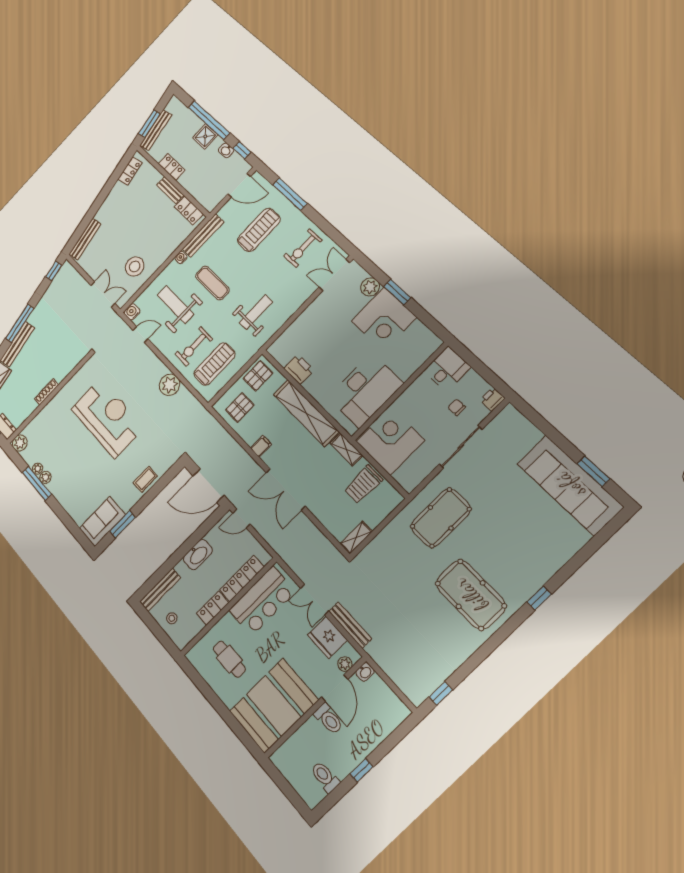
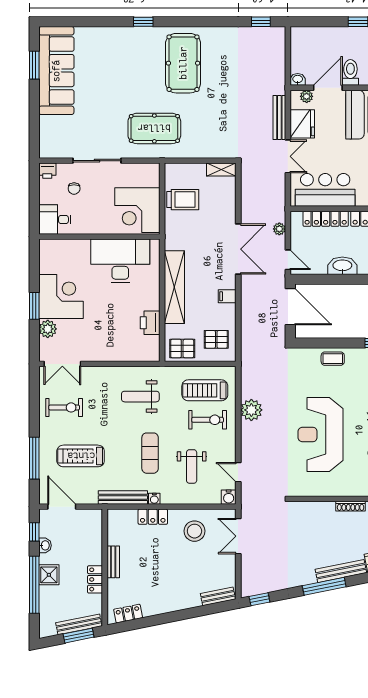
locker: (189, 210) -> (153, 517), moved, turned 90
bench: (85, 239) -> (218, 596), width x0.73
weight bench: (175, 305) -> (192, 466), width x0.73, depth x0.75
shelving: (346, 449) -> (171, 234), removed
plant: (269, 536) -> (279, 229), added

